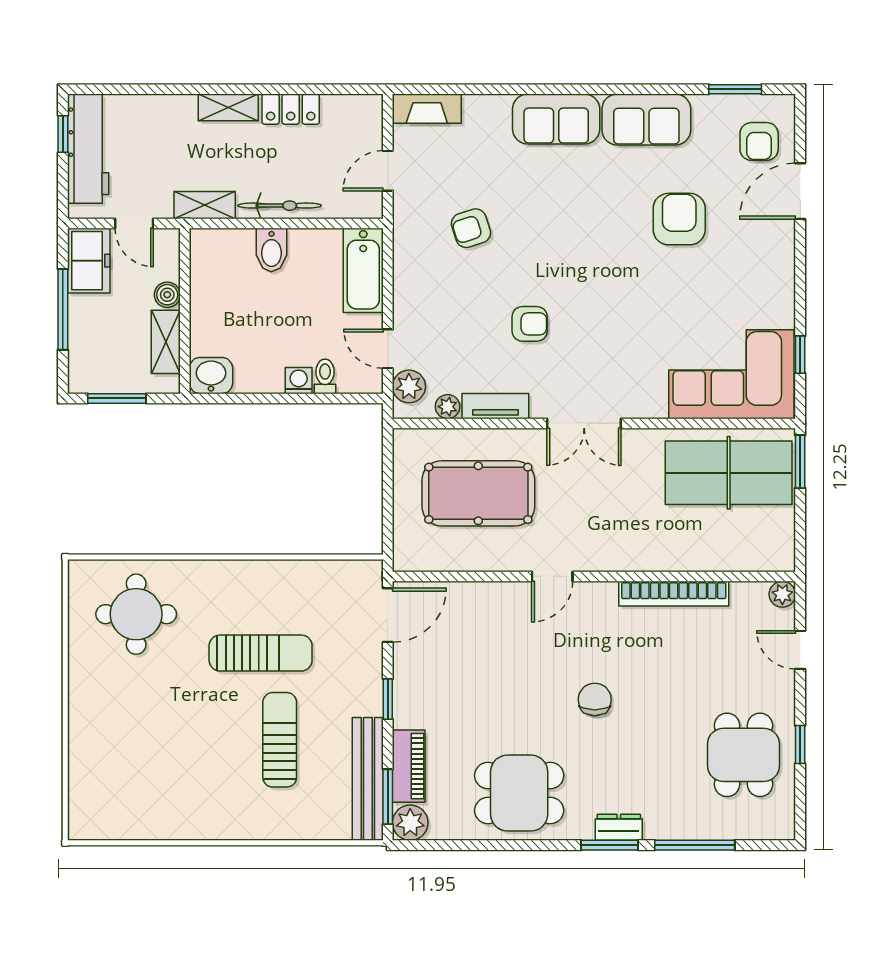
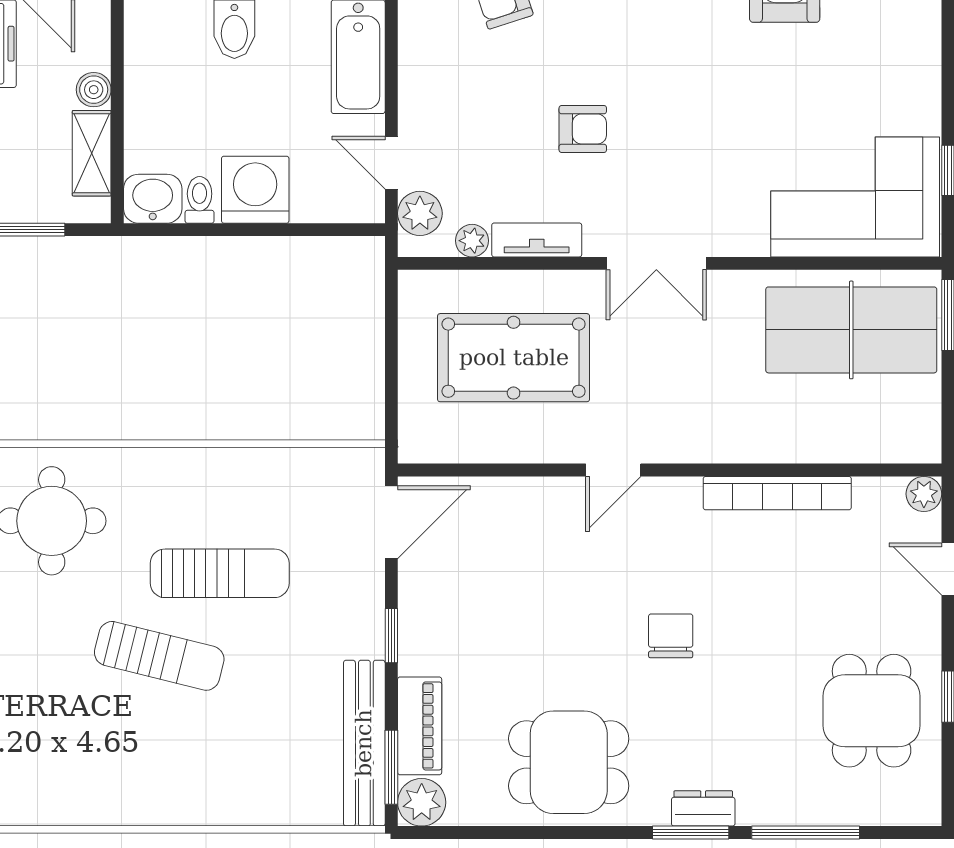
toilet: (325, 376) -> (200, 200), moved
washing machine: (299, 381) -> (255, 190), width x1.89, depth x1.89
sun lounger: (280, 740) -> (159, 656), moved, turned 104

